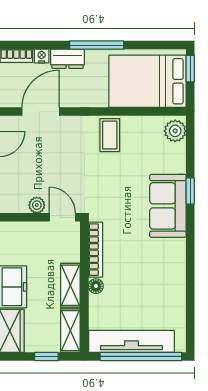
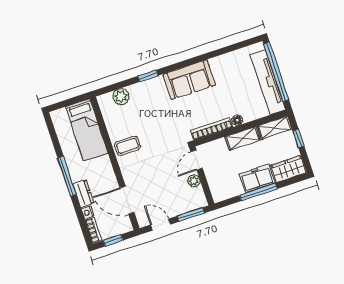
window: (190, 69) -> (62, 105), removed
bed: (147, 81) -> (87, 130), width x0.67
plant: (175, 131) -> (121, 97), moved
sofa: (168, 206) -> (189, 80), moved

